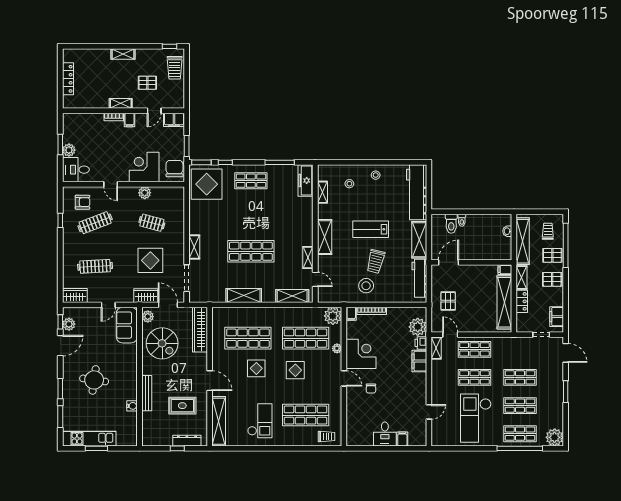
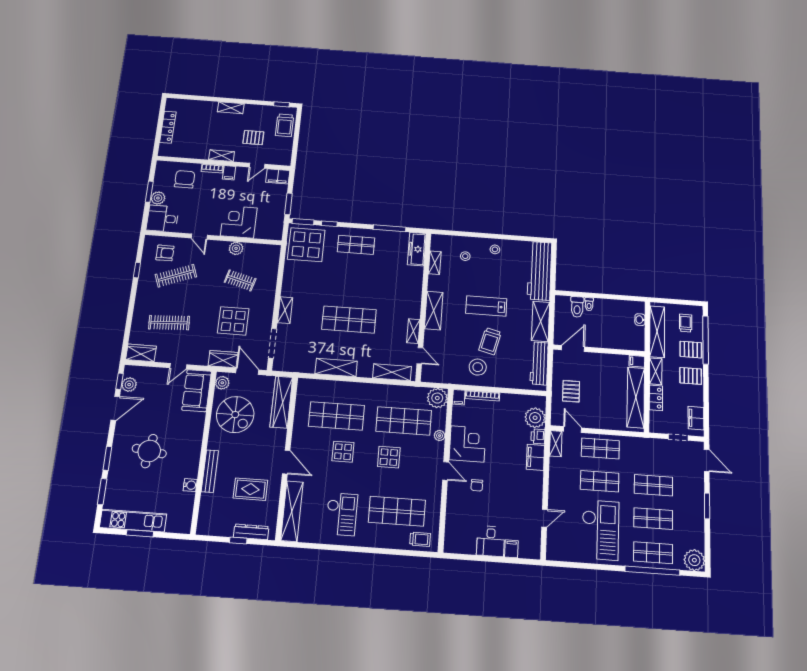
chair: (174, 169) -> (185, 179), moved
checkout: (476, 418) -> (600, 530), turned 180

